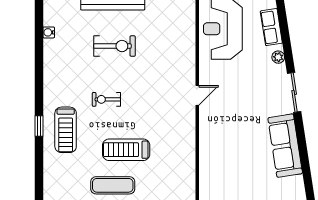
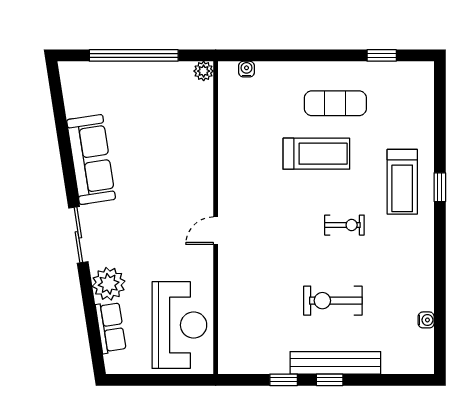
plant: (278, 57) -> (109, 284), width x1.87, depth x1.87
treadmill: (66, 130) -> (402, 182), turned 180

